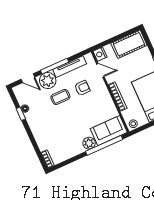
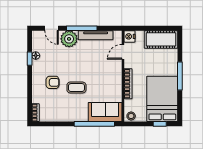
door: (100, 70) -> (123, 52), swing flipped
armchair: (82, 88) -> (53, 82), moved
coffee table: (60, 97) -> (76, 88), moved
plant: (89, 143) -> (81, 115), removed

